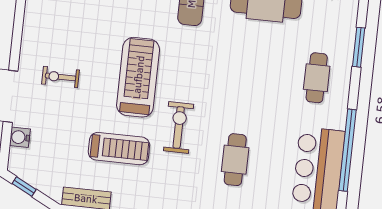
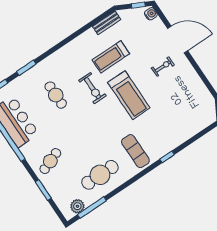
cafe table: (317, 78) -> (50, 161), turned 69
water cooler: (20, 137) -> (151, 14), moved

